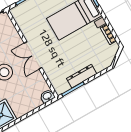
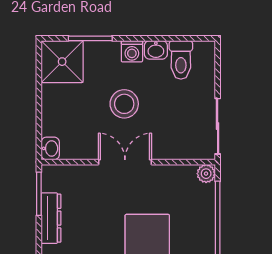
plant: (16, 12) -> (206, 174), added

